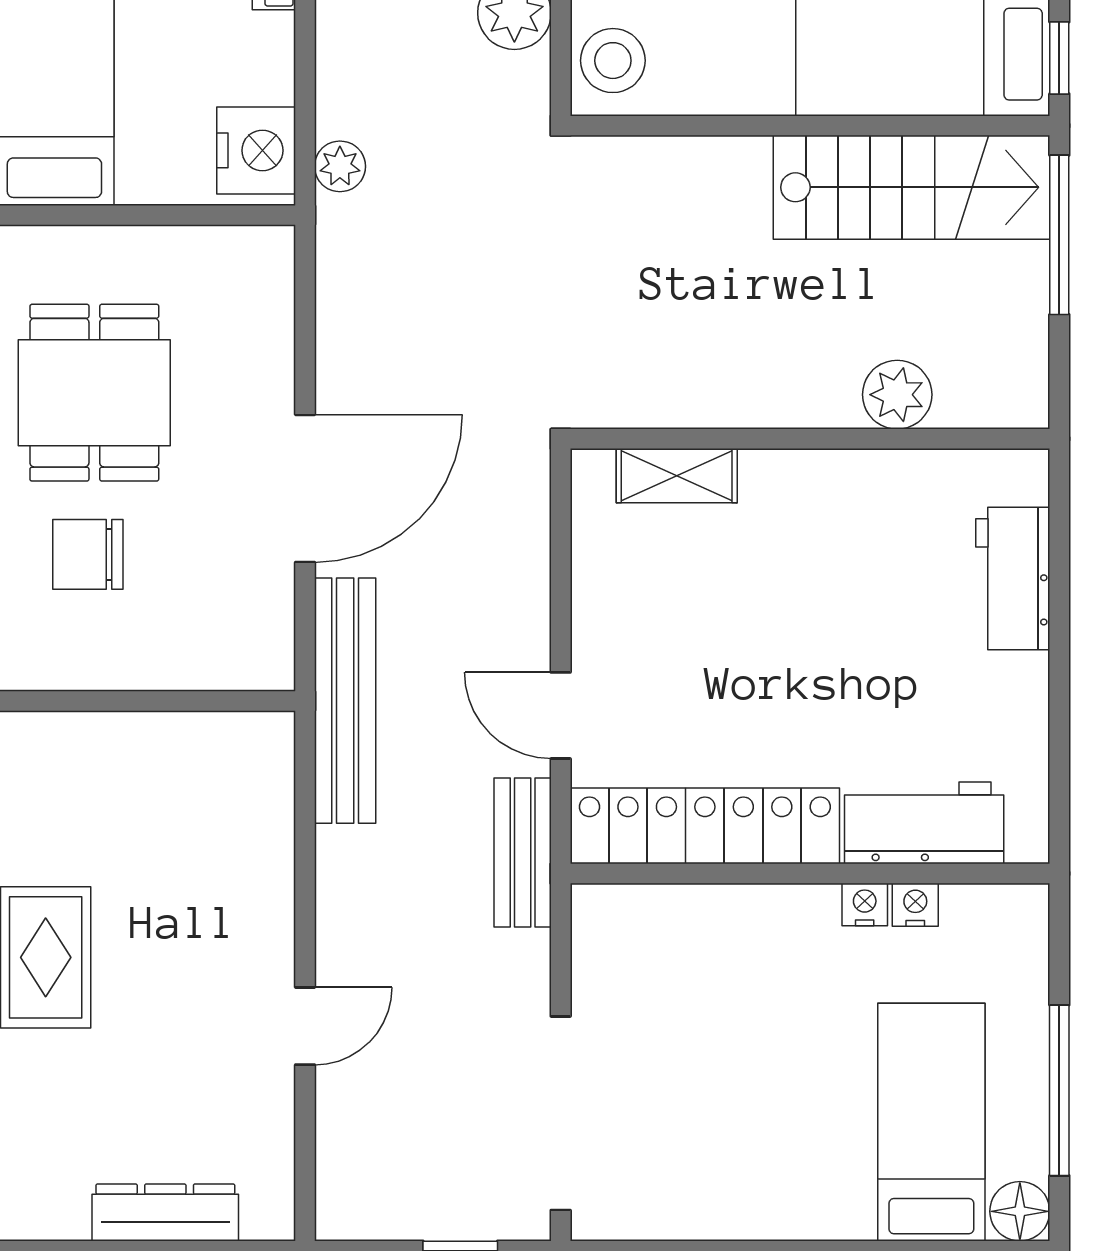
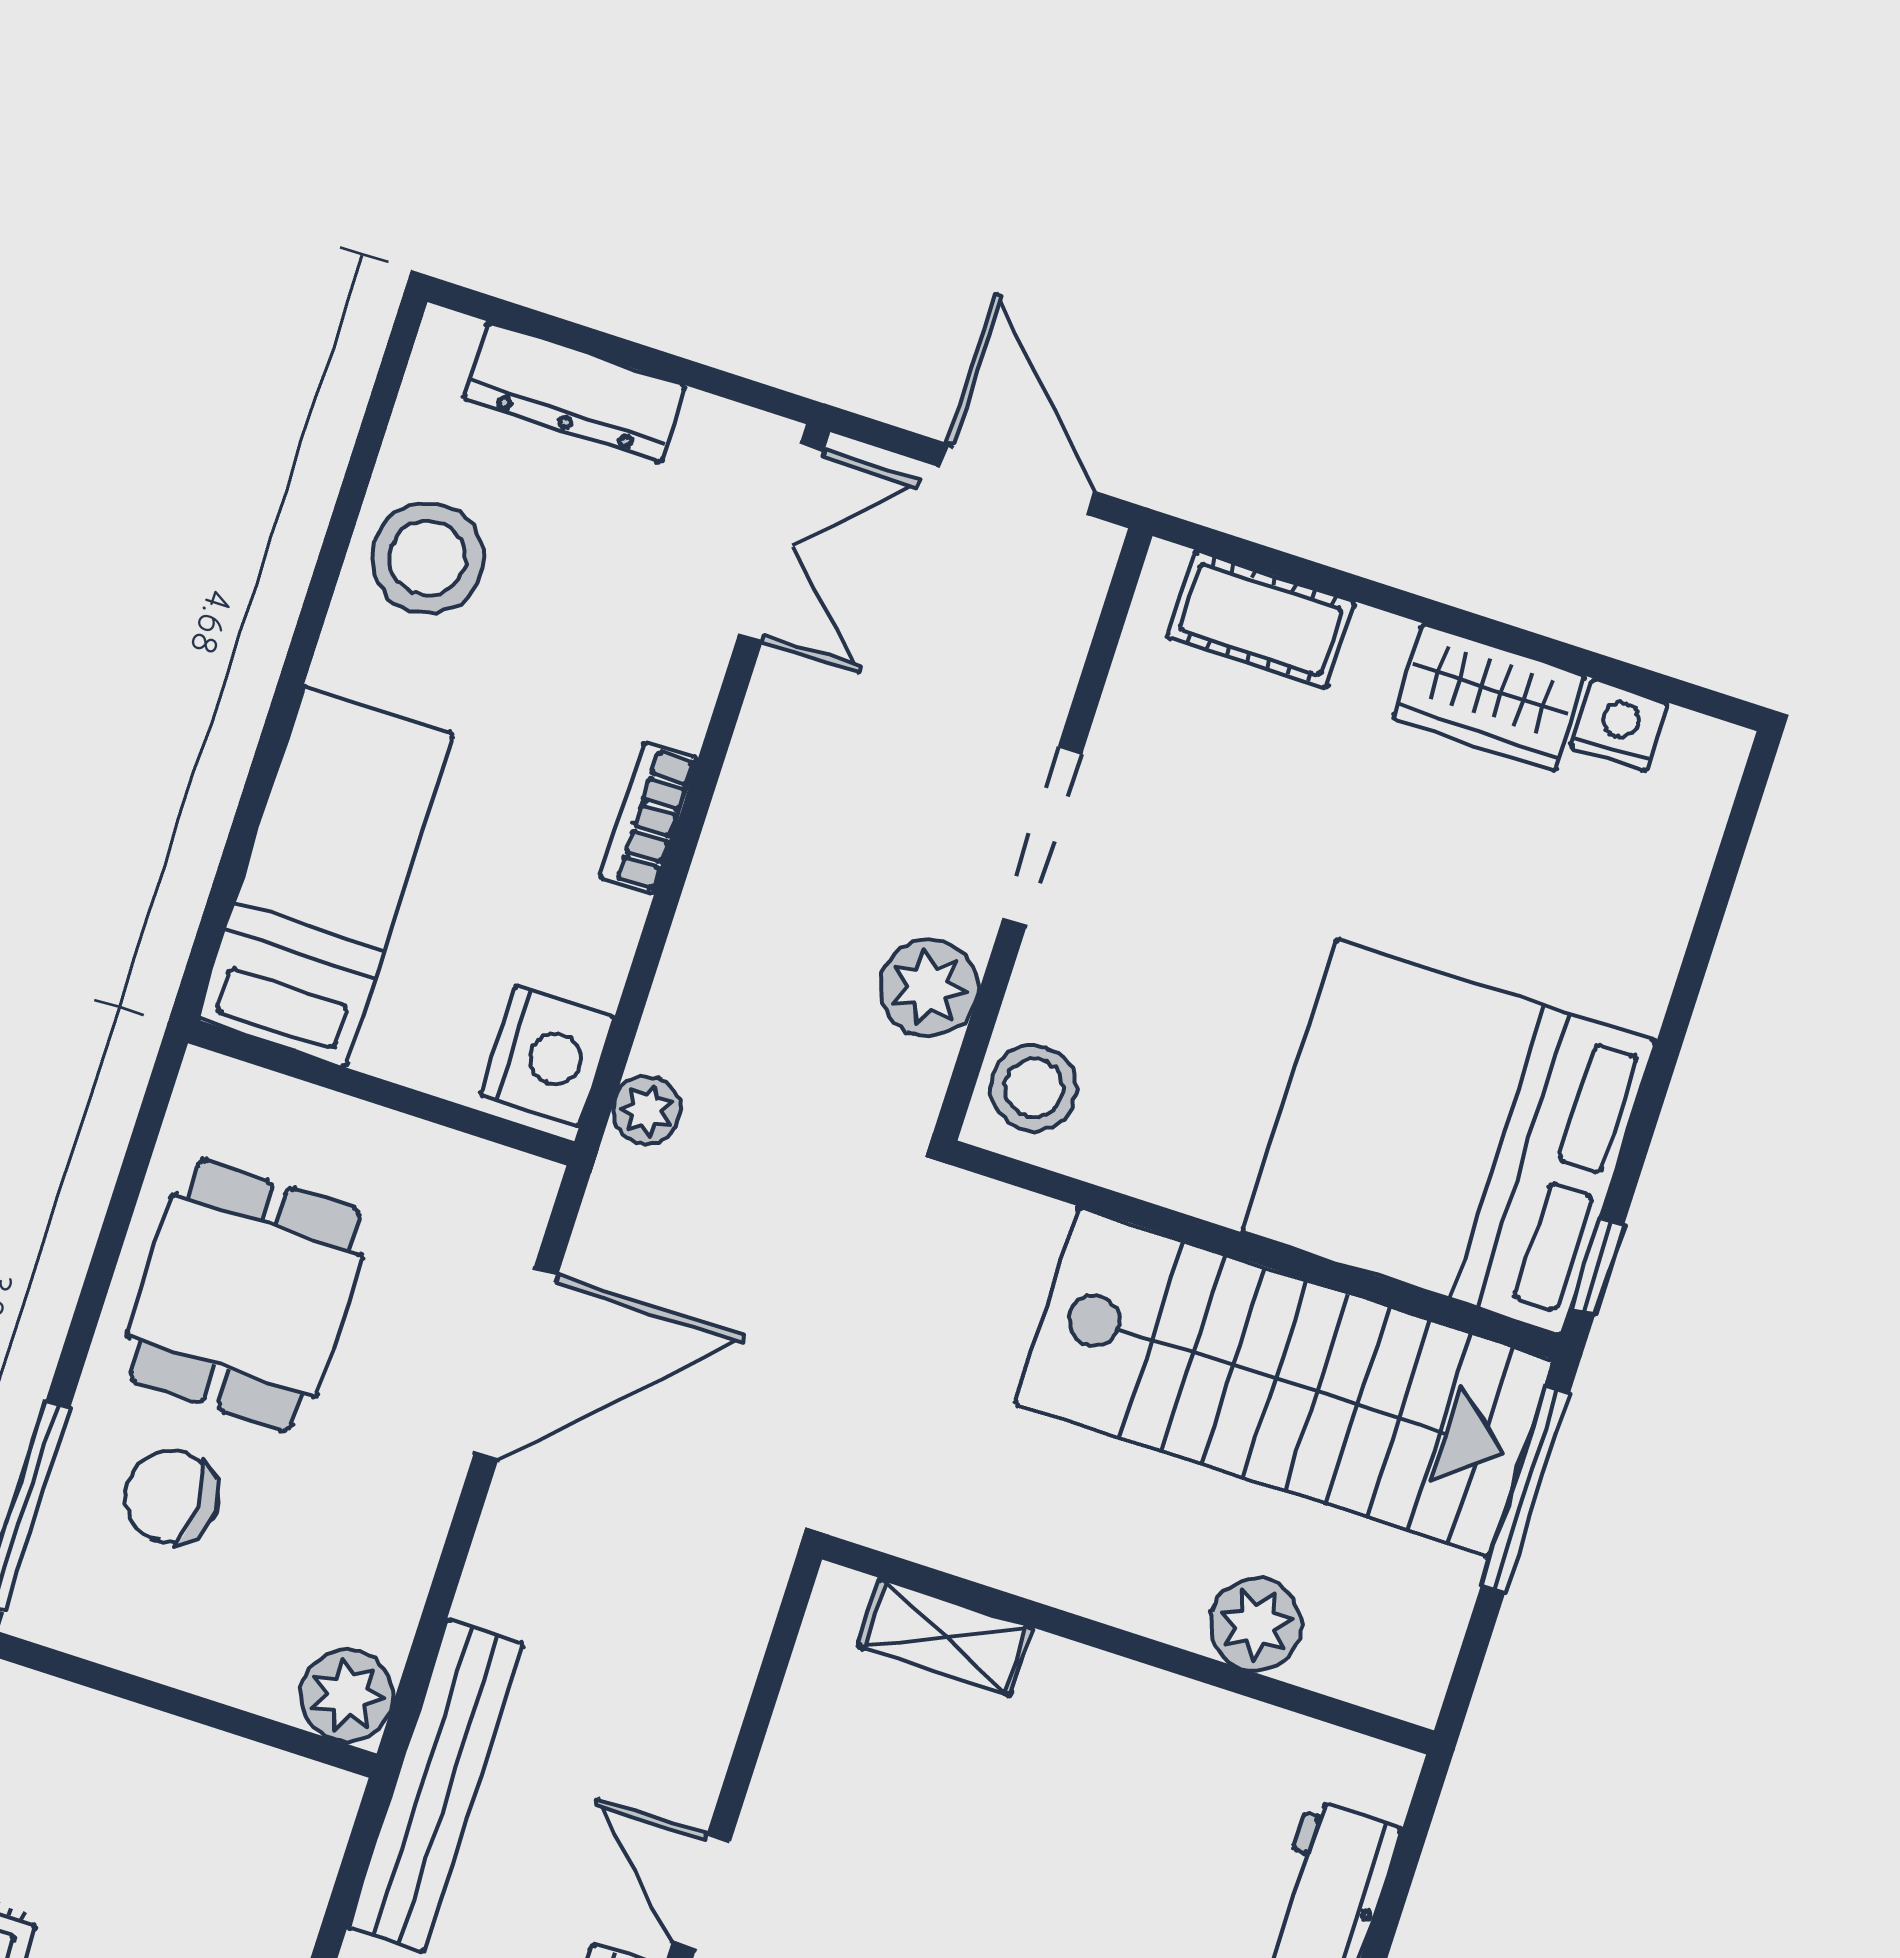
stairs: (912, 187) -> (1284, 1382), width x1.36, depth x1.51
door: (305, 488) -> (516, 1365), moved
plant: (261, 657) -> (347, 1696), added

